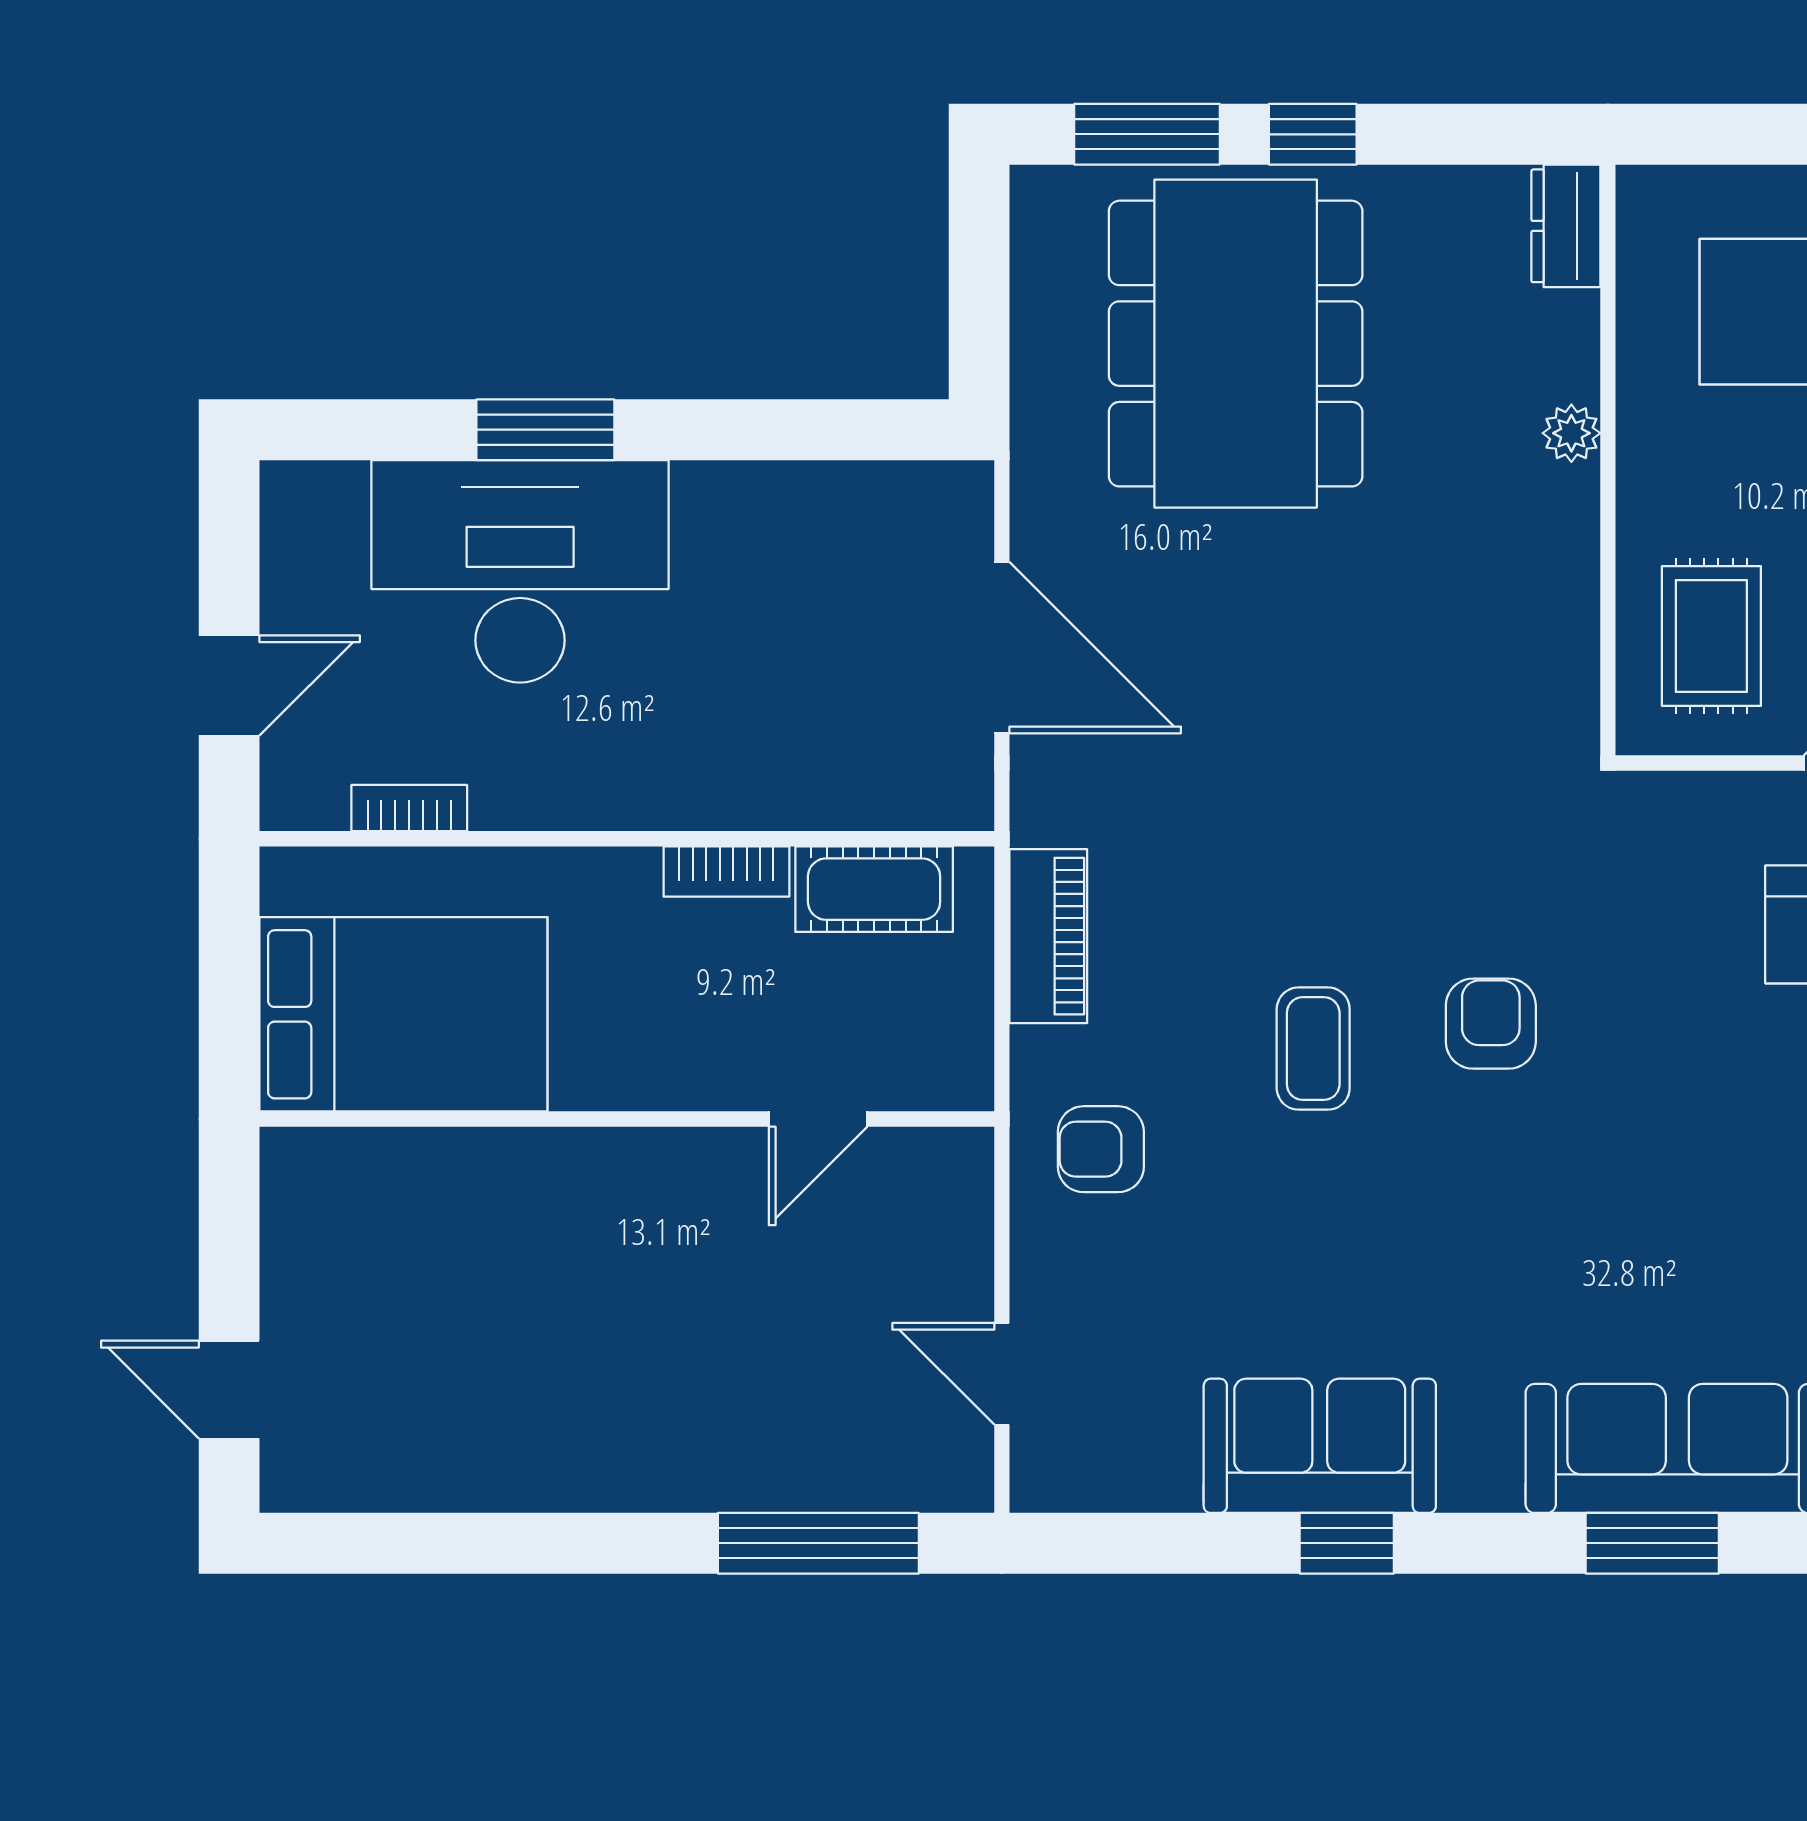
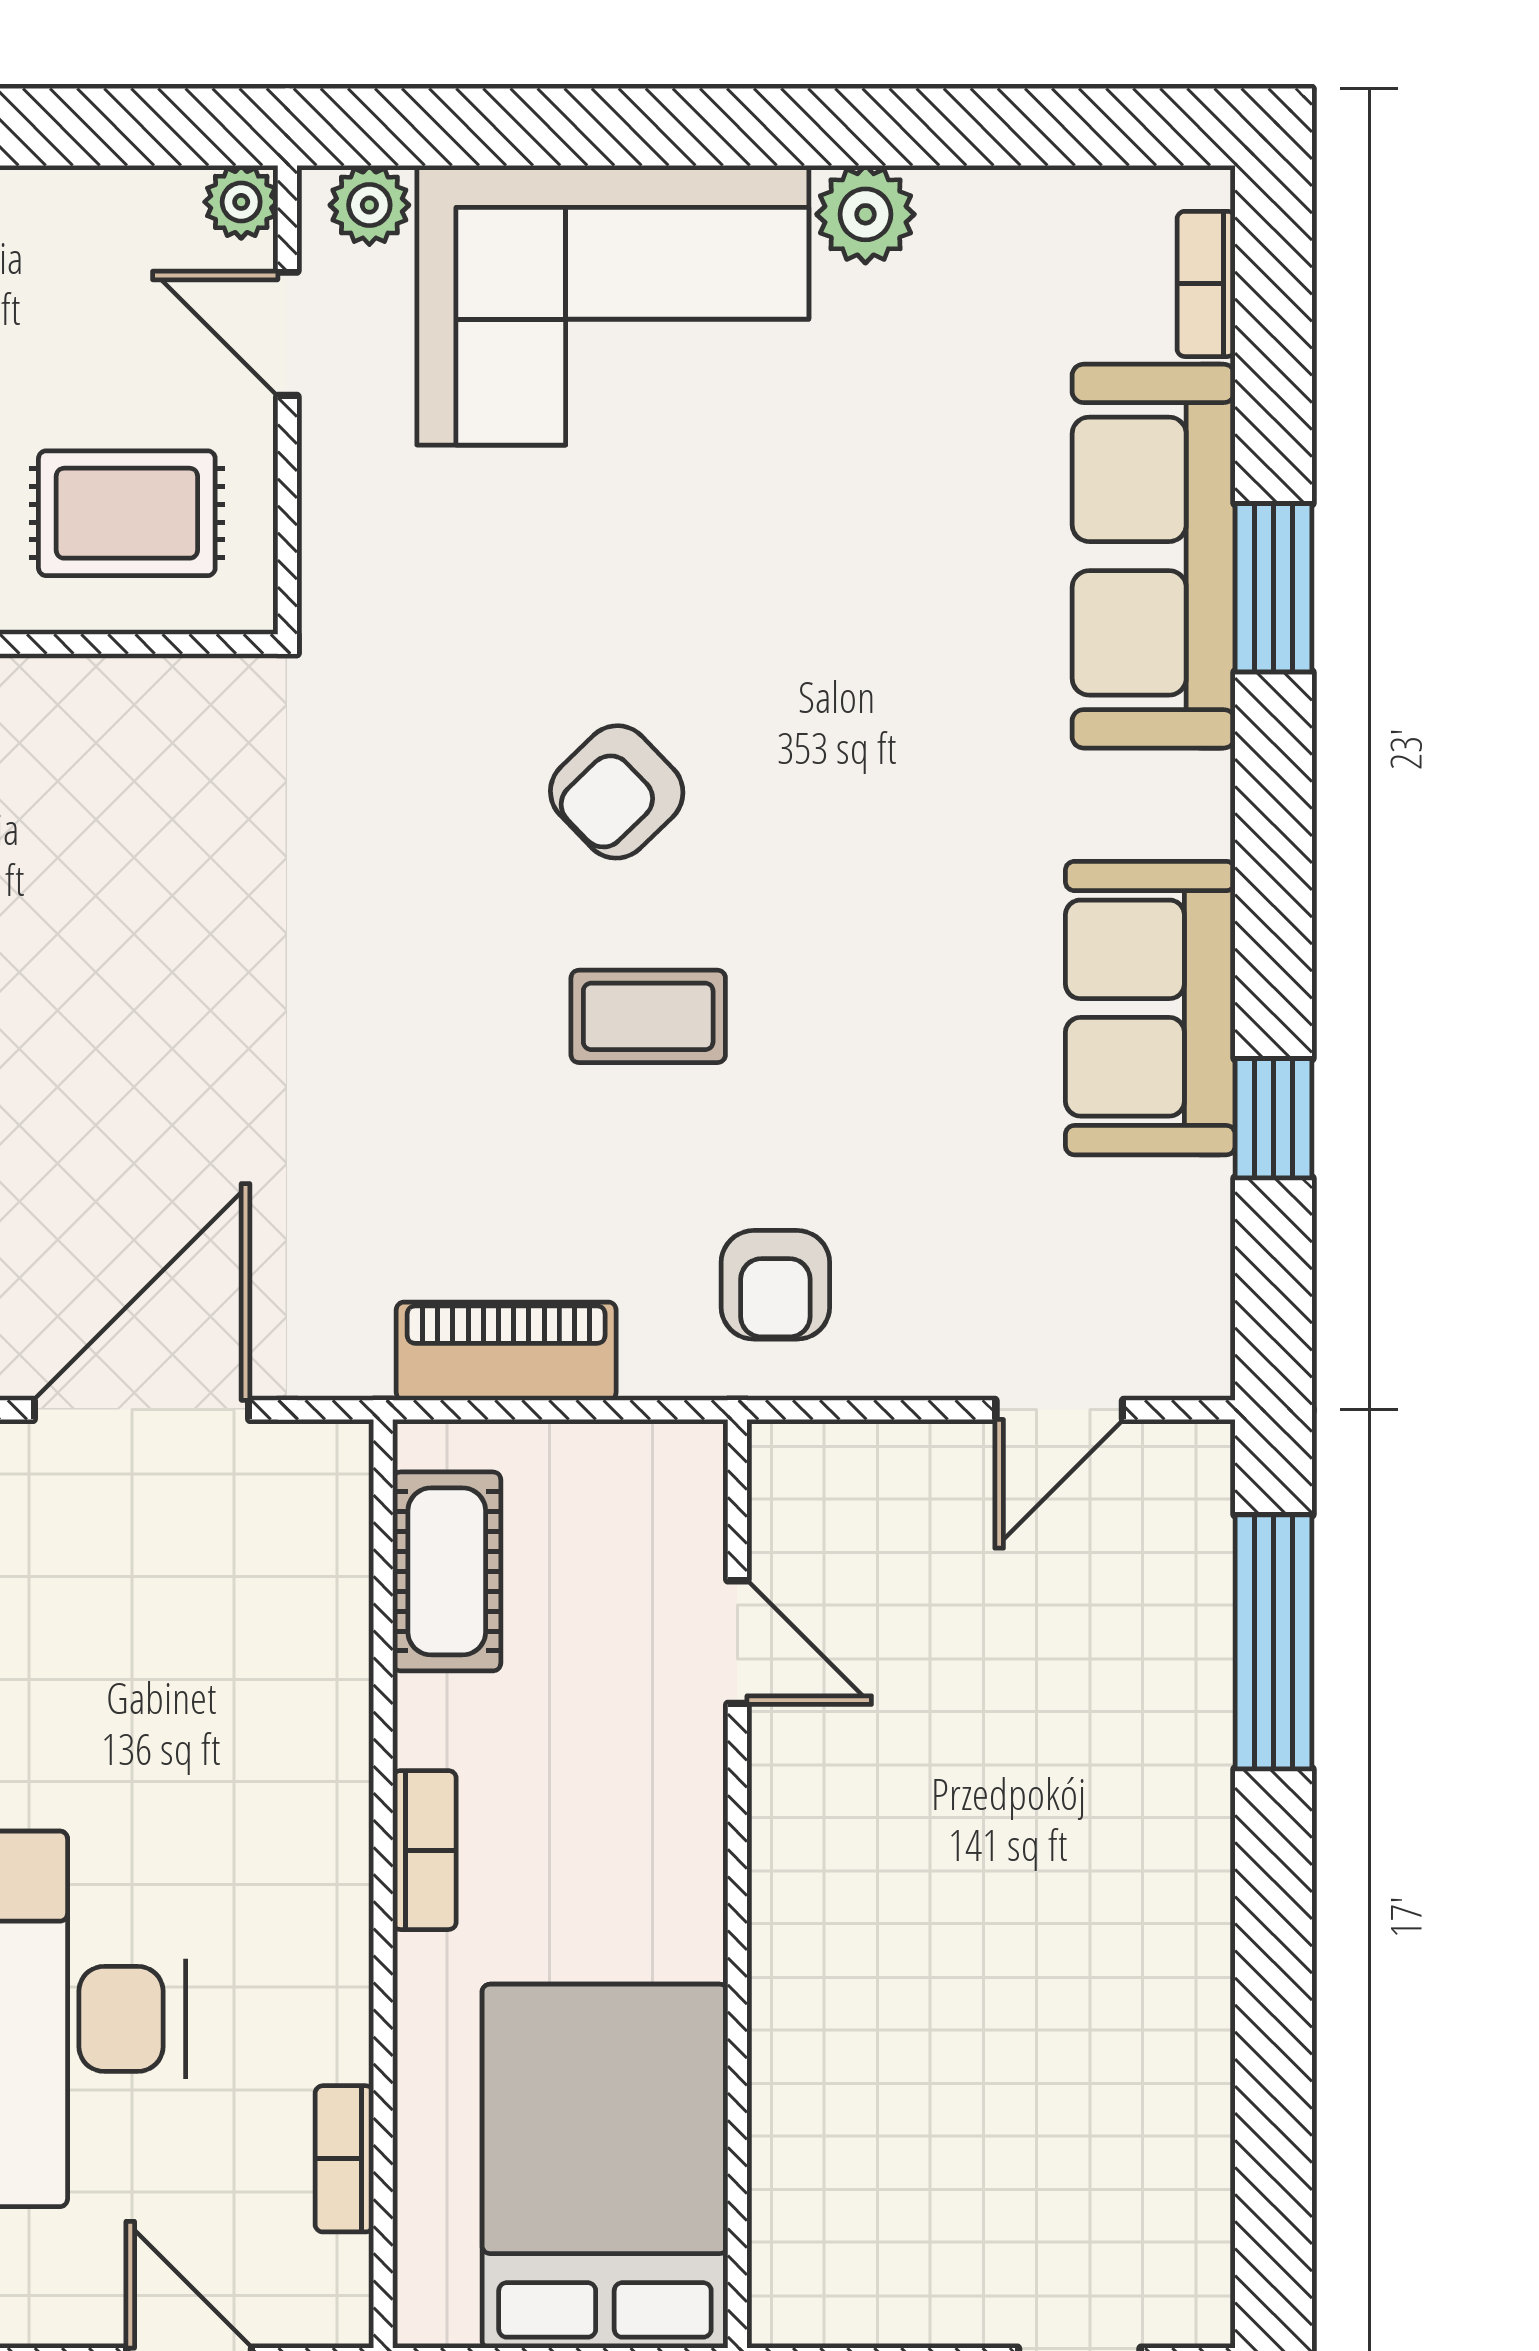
bookcase: (726, 872) -> (424, 1850), moved
armchair: (1491, 1024) -> (617, 792), turned -44
window: (1347, 1543) -> (1273, 1118), moved

